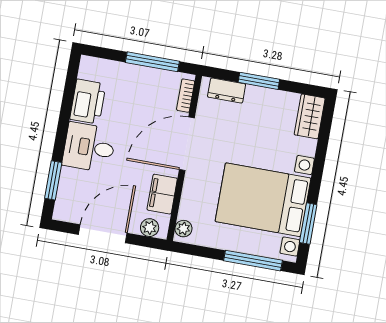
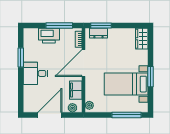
window: (259, 81) -> (101, 26), moved
printer: (88, 102) -> (49, 36), moved, turned 90
window: (53, 180) -> (21, 58), moved
bed with nightstands: (263, 200) -> (126, 84), width x0.73
window: (308, 224) -> (151, 77), moved

